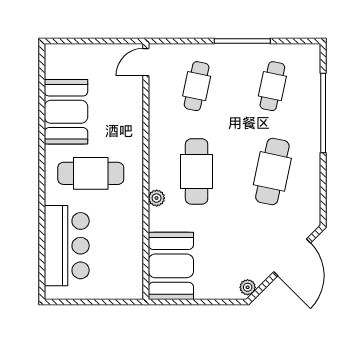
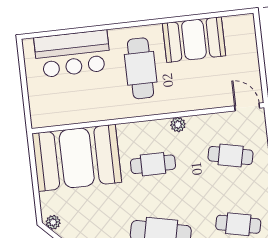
cafe table: (197, 171) -> (153, 164), width x0.73, depth x0.74
plant: (157, 198) -> (178, 125), moved
booth: (171, 266) -> (77, 158), width x1.36, depth x1.42

